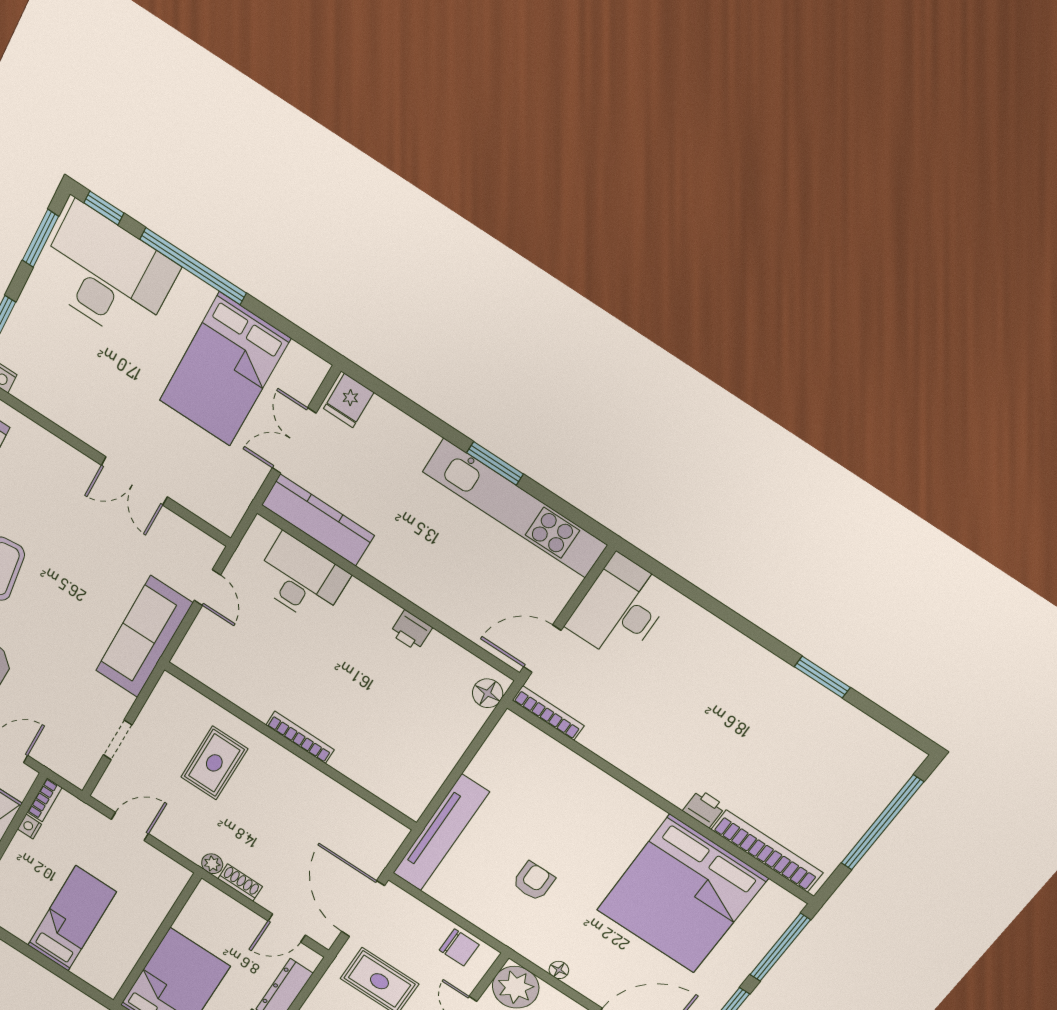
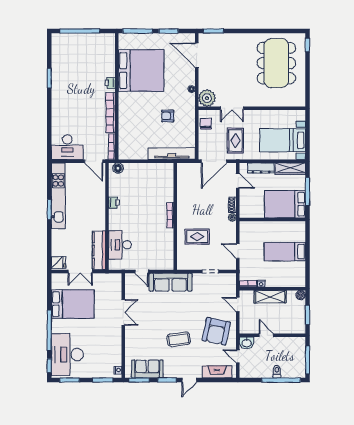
door: (207, 588) -> (142, 271), swing flipped
bookcase: (767, 851) -> (111, 113), moved

